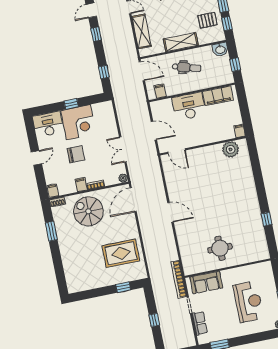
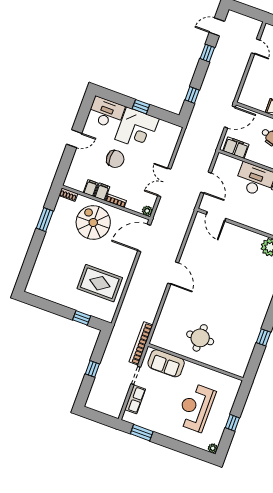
shelving: (142, 31) -> (254, 78), removed
door: (142, 71) -> (230, 117), hinge flipped
filing cabinet: (160, 91) -> (236, 148), width x2.00
filing cabinet: (53, 191) -> (91, 188), moved
reception desk: (248, 302) -> (196, 407), turned 180

